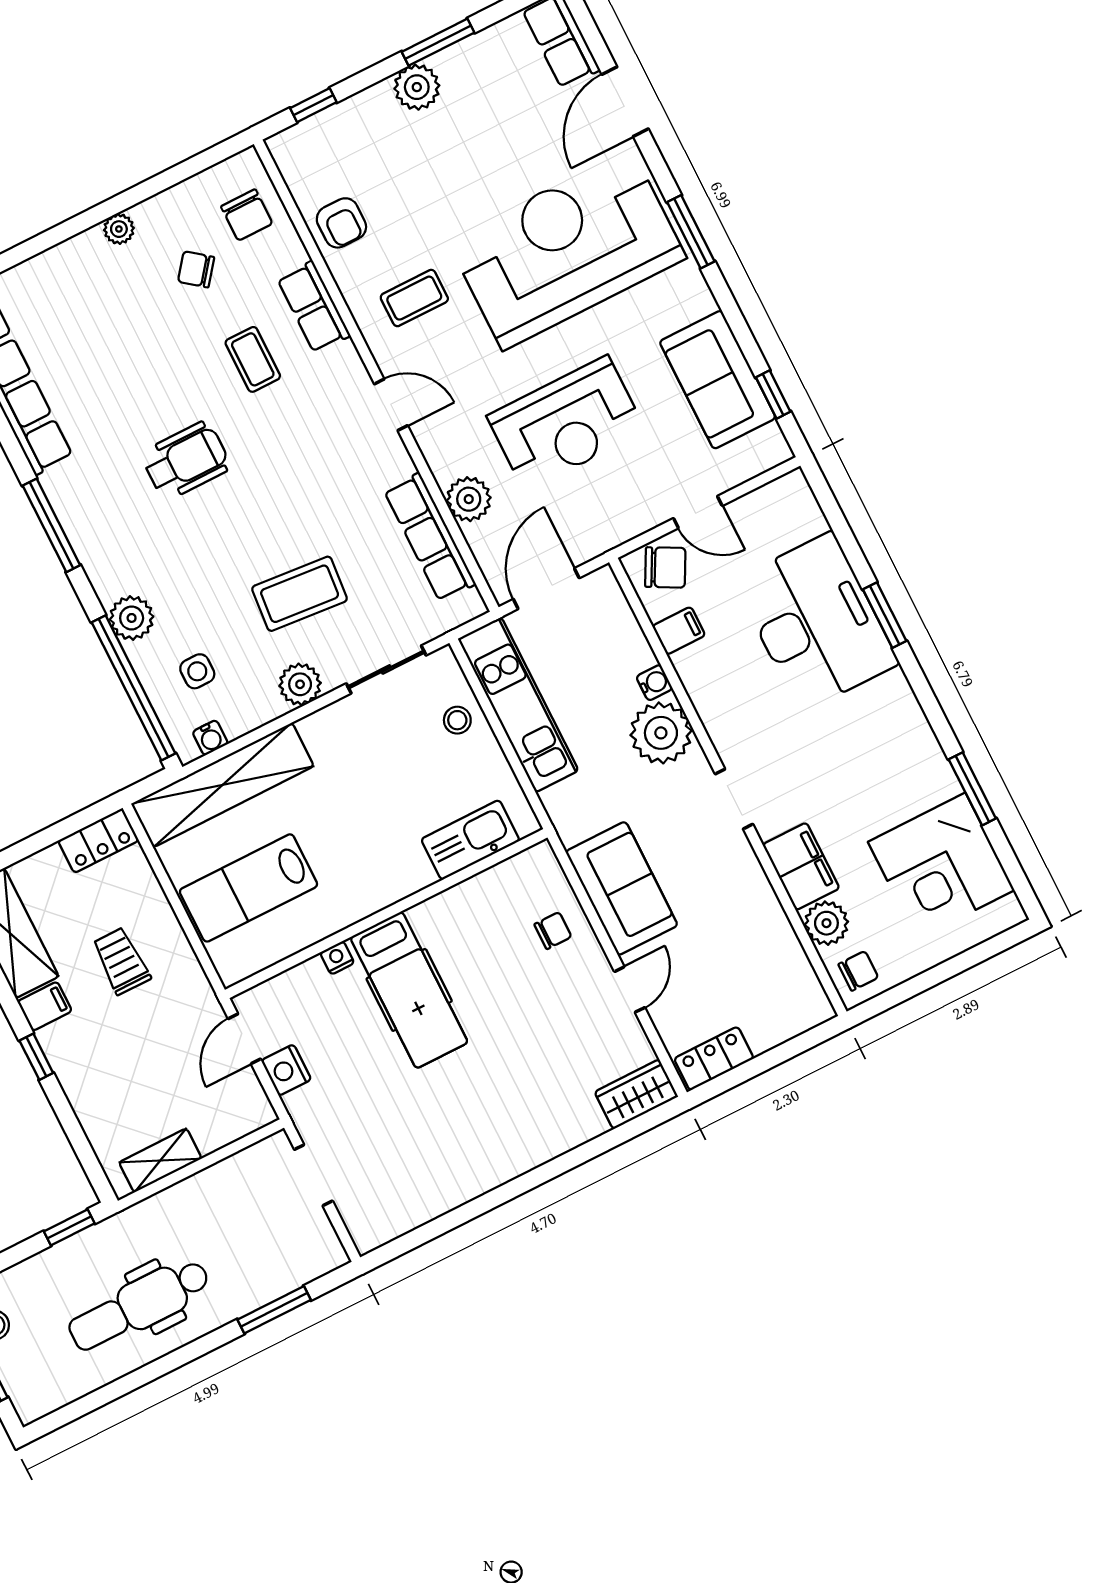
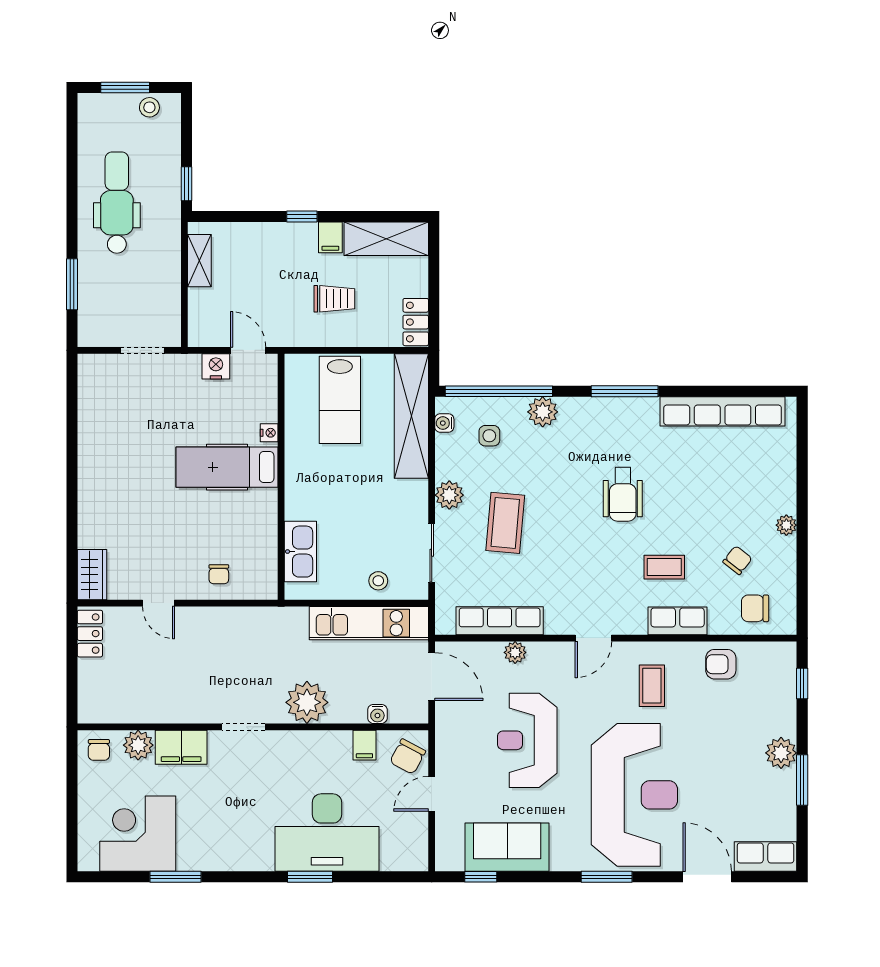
plant: (469, 499) -> (515, 652), width x0.73, depth x0.73
water cooler: (654, 683) -> (377, 714), moved
lab bench: (249, 888) -> (340, 400), turned 180
sofa: (622, 888) -> (223, 630), removed

